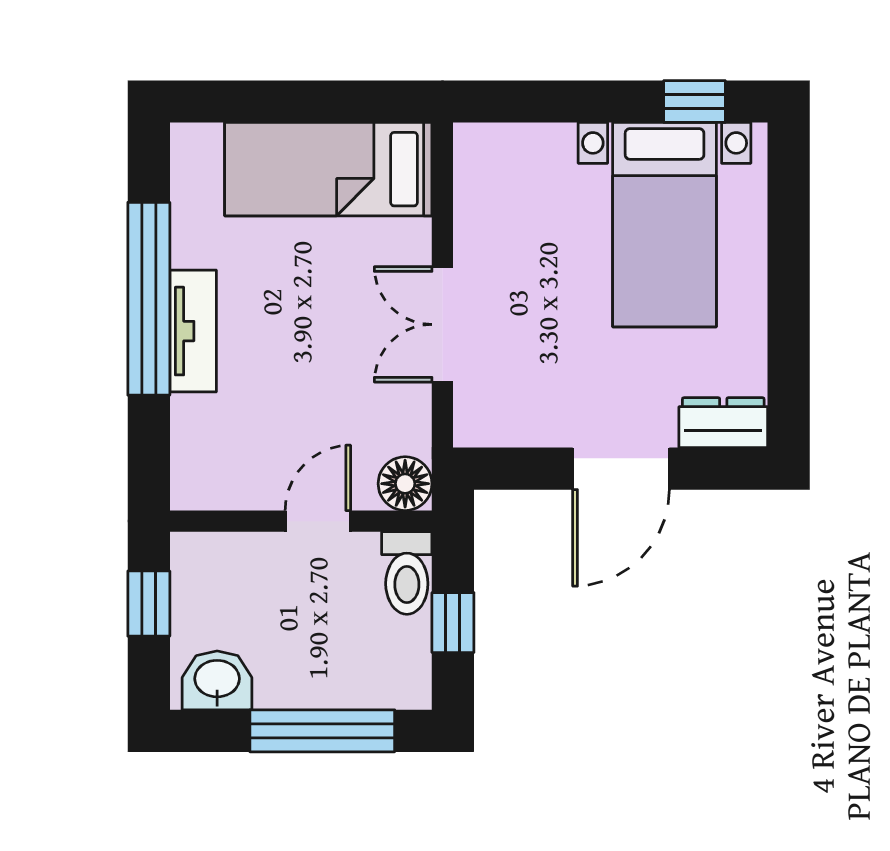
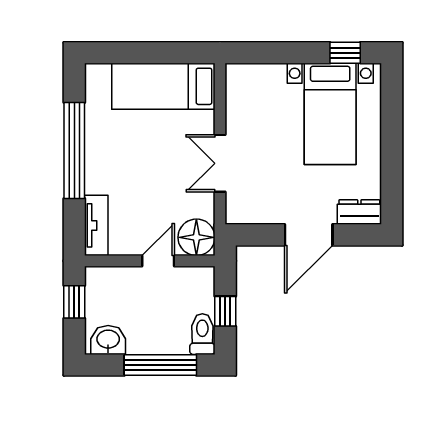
tv unit: (193, 331) -> (96, 225), moved
floor lamp: (405, 484) -> (196, 237), width x1.38, depth x1.38
toilet: (407, 573) -> (202, 334), moved, turned 180

